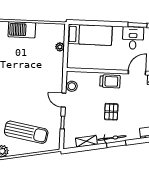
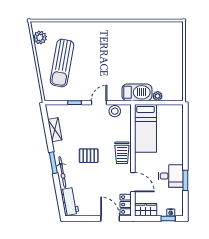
barbecue: (22, 30) -> (137, 92), moved, turned 90
bed: (90, 35) -> (146, 128), moved
bicycle: (112, 138) -> (62, 172), moved

